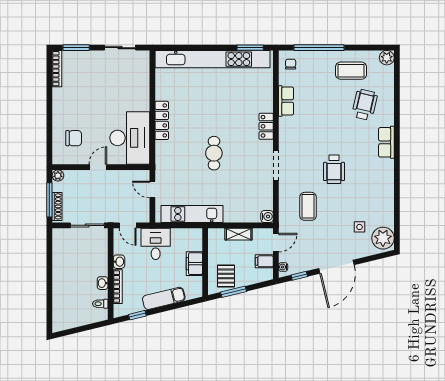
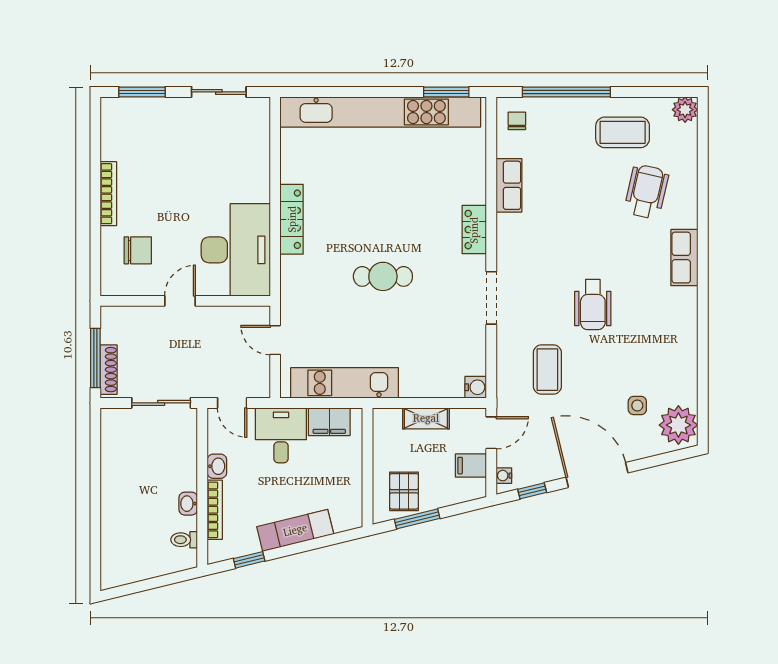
bookcase: (57, 69) -> (108, 194), moved
cafe table: (214, 153) -> (383, 276), turned 90
plant: (58, 176) -> (110, 316), removed
filing cabinet: (194, 264) -> (329, 422), moved, turned -90
door: (336, 267) -> (597, 475), swing flipped

